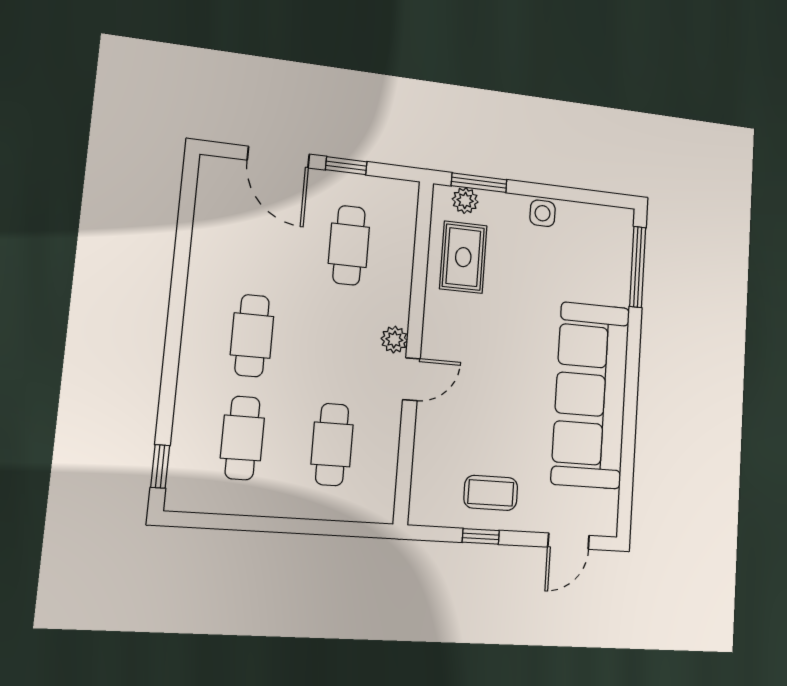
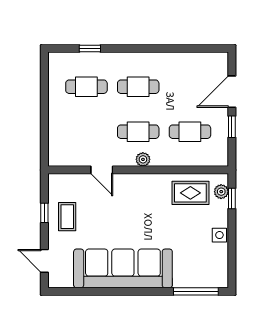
window: (479, 183) -> (232, 199), width x0.67
door: (411, 379) -> (102, 170), moved
cafe table: (332, 444) -> (138, 132), moved
window: (160, 466) -> (90, 48), moved

